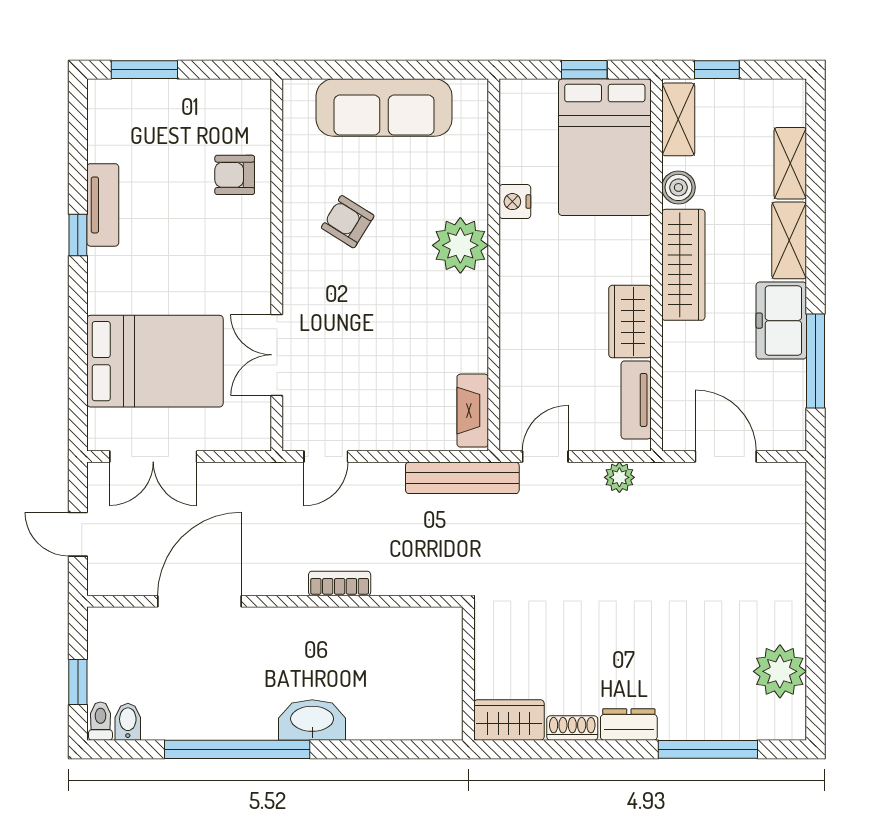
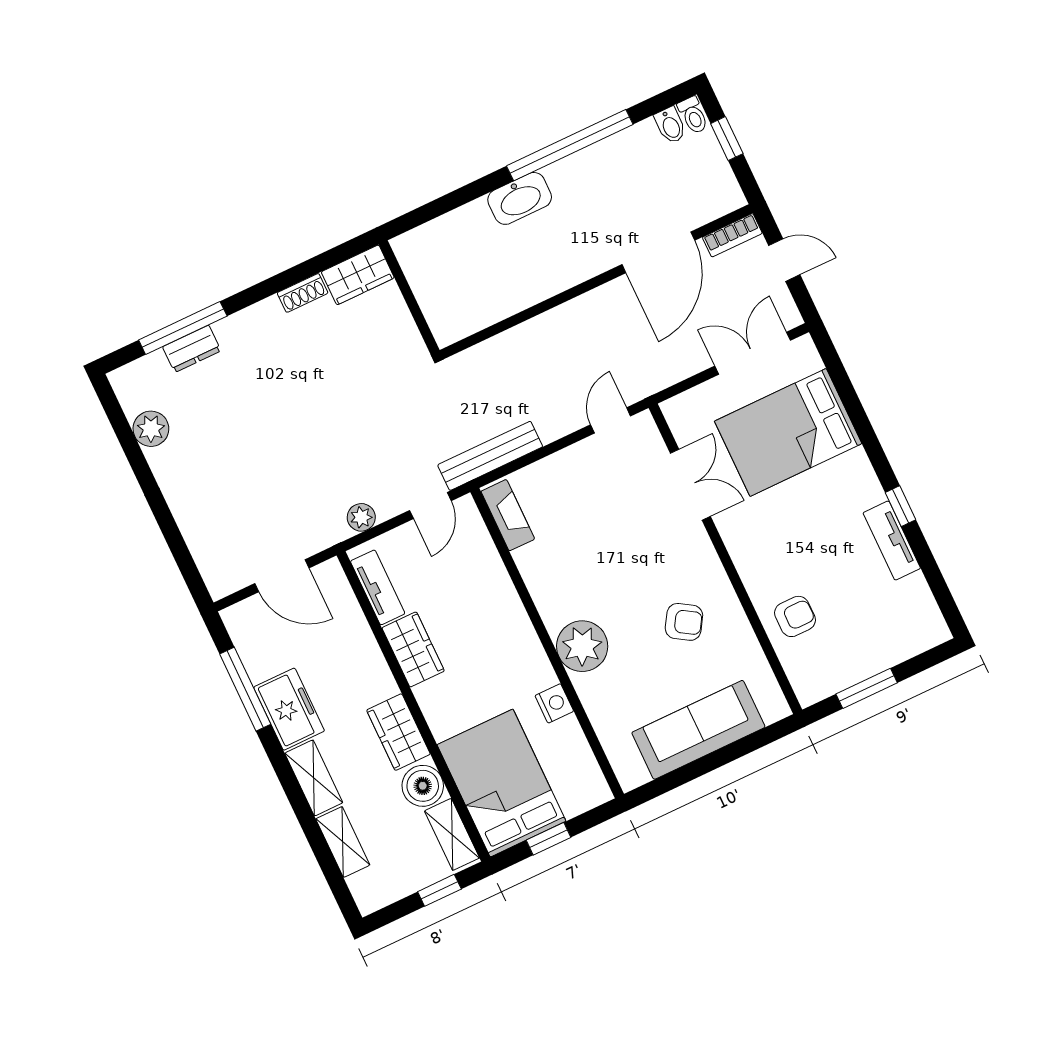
window: (144, 70) -> (867, 688), moved
boiler: (678, 187) -> (423, 786), width x1.36, depth x1.36
wardrobe: (683, 265) -> (398, 732), width x0.67
bookcase: (340, 583) -> (732, 235), moved
plant: (780, 671) -> (151, 429), width x0.73, depth x0.73
dresser: (629, 724) -> (192, 349), moved

